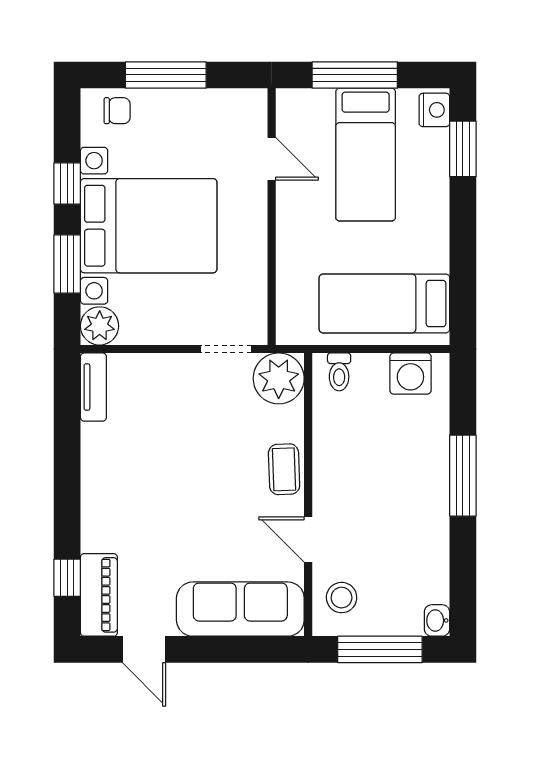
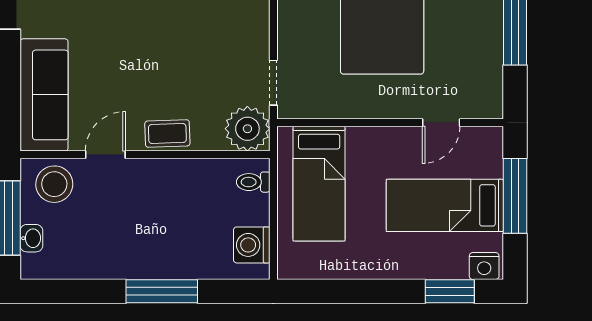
bed: (384, 303) -> (319, 184), moved, turned 180
stool: (342, 598) -> (54, 184), width x1.38, depth x1.38
washbasin: (437, 620) -> (31, 238), moved, turned 90

